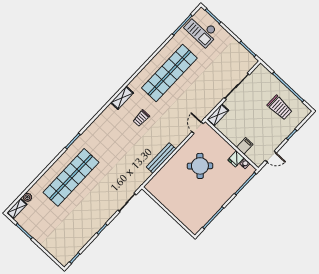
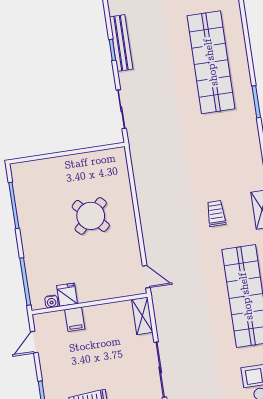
bench: (161, 158) -> (121, 43), moved
round table: (200, 166) -> (91, 216), moved

